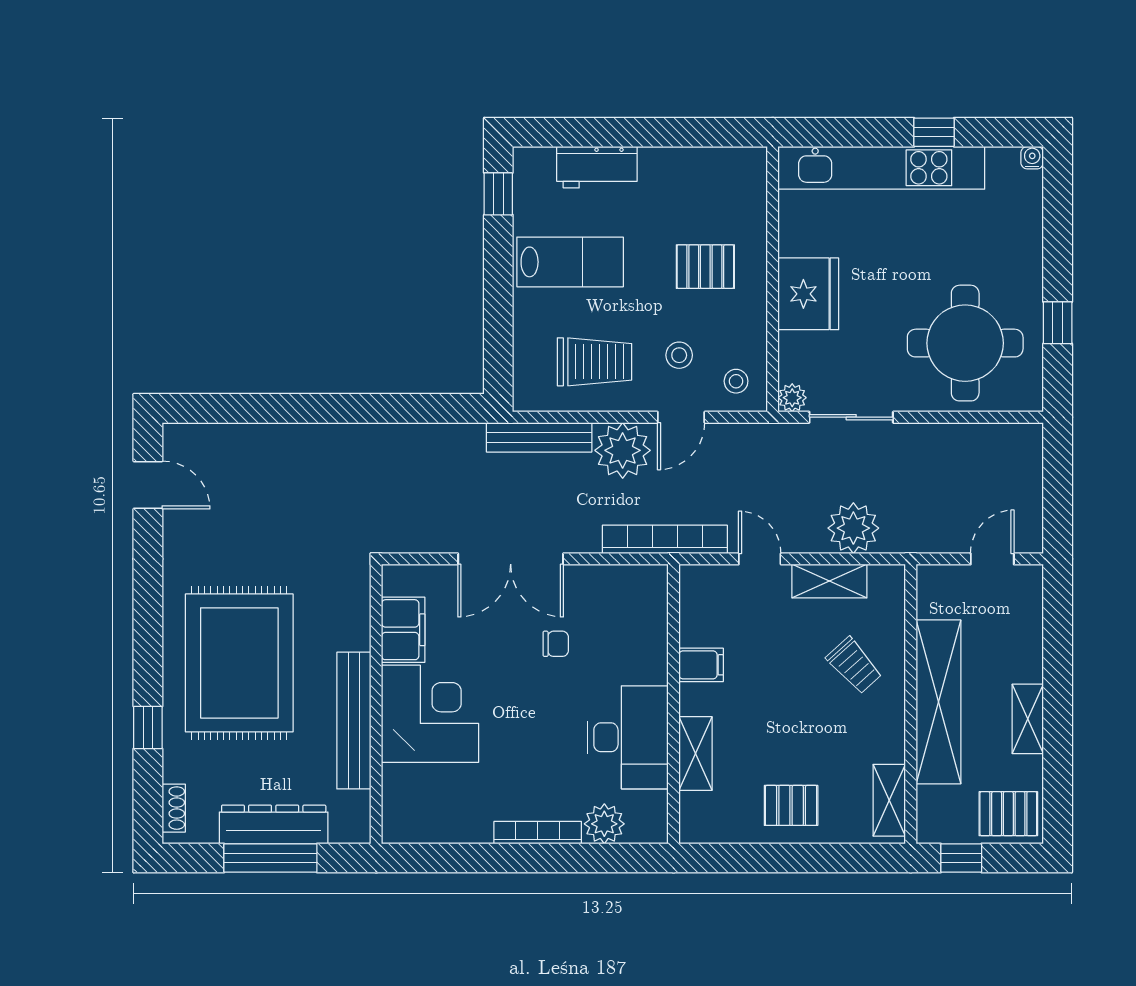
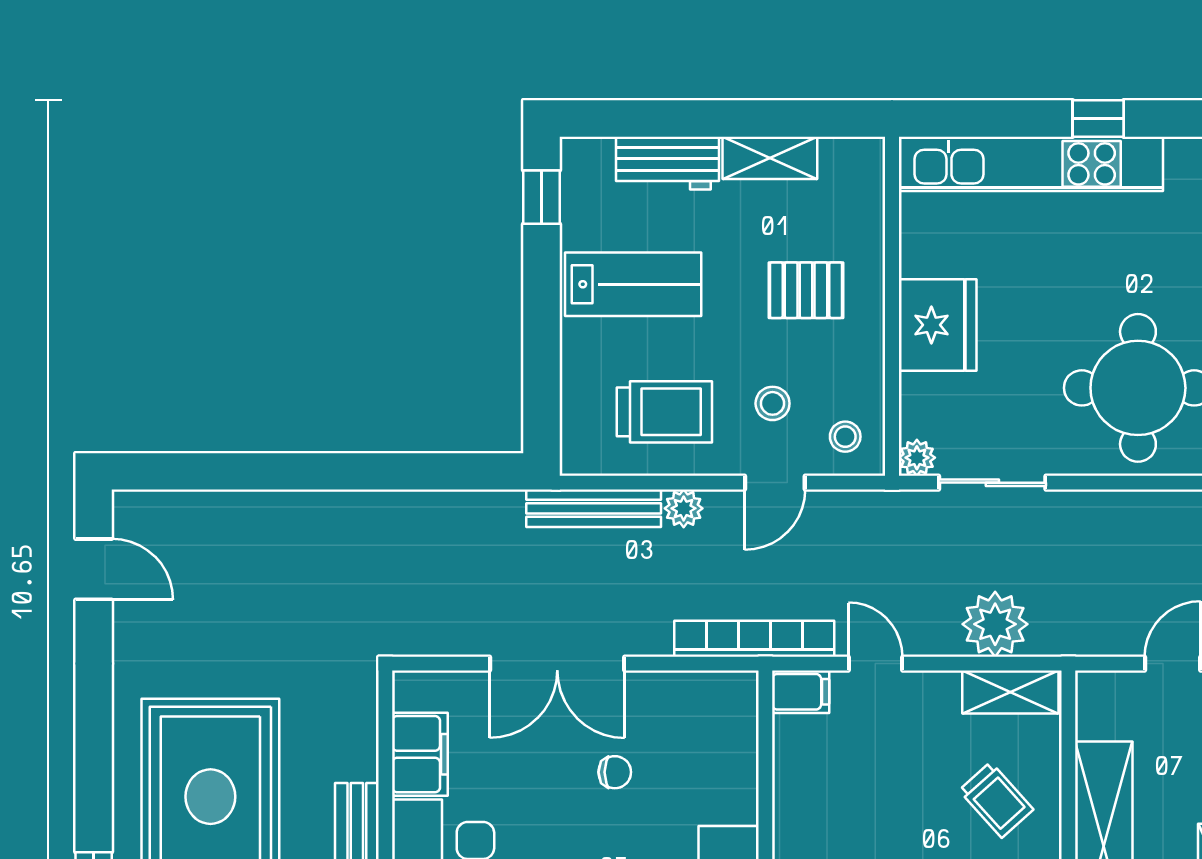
shelving: (677, 163) -> (770, 158), added
plant: (623, 450) -> (684, 508), width x0.53, depth x0.53
shelving: (829, 581) -> (1010, 692), moved
filing cabinet: (701, 665) -> (801, 692), moved

